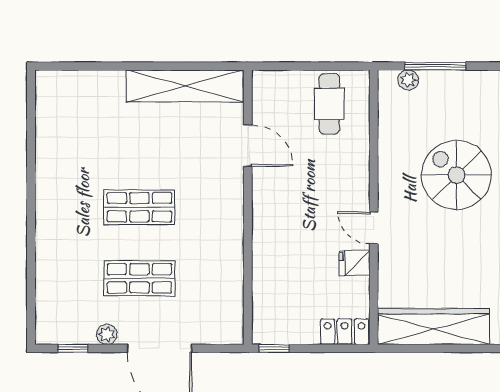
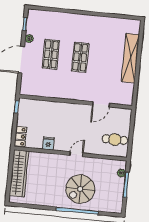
shelving: (185, 86) -> (130, 58), moved
spiral stairs: (456, 175) -> (80, 189), turned 180
door: (374, 228) -> (76, 154), moved

